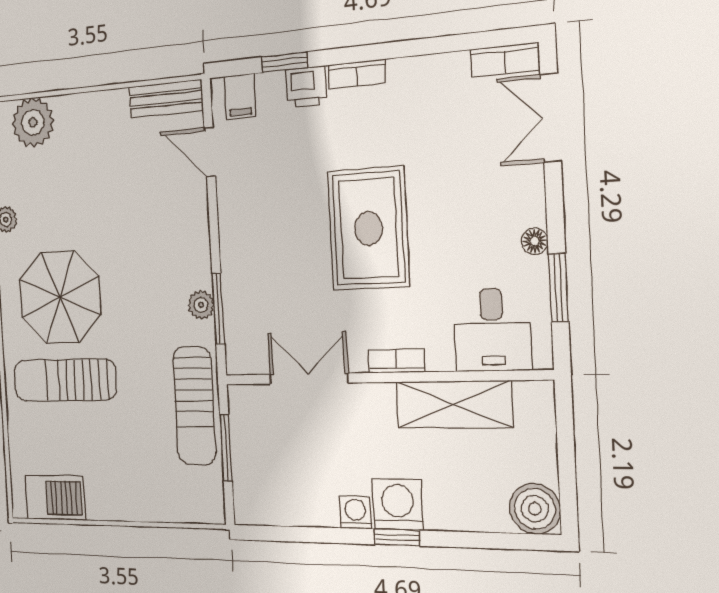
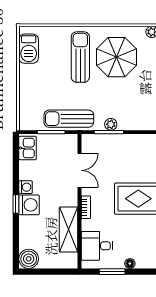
kitchen sink: (264, 505) -> (28, 148), added

